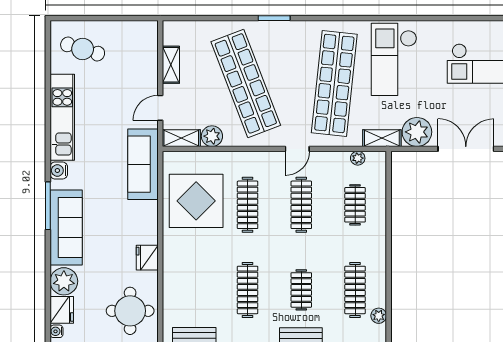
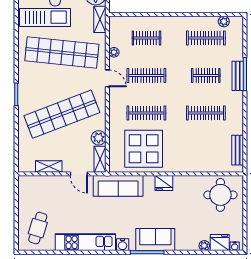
plant: (358, 158) -> (114, 52), moved
sofa: (66, 227) -> (155, 240), width x0.73
fridge: (147, 258) -> (164, 183), moved
plant: (64, 281) -> (204, 246), width x0.53, depth x0.53

